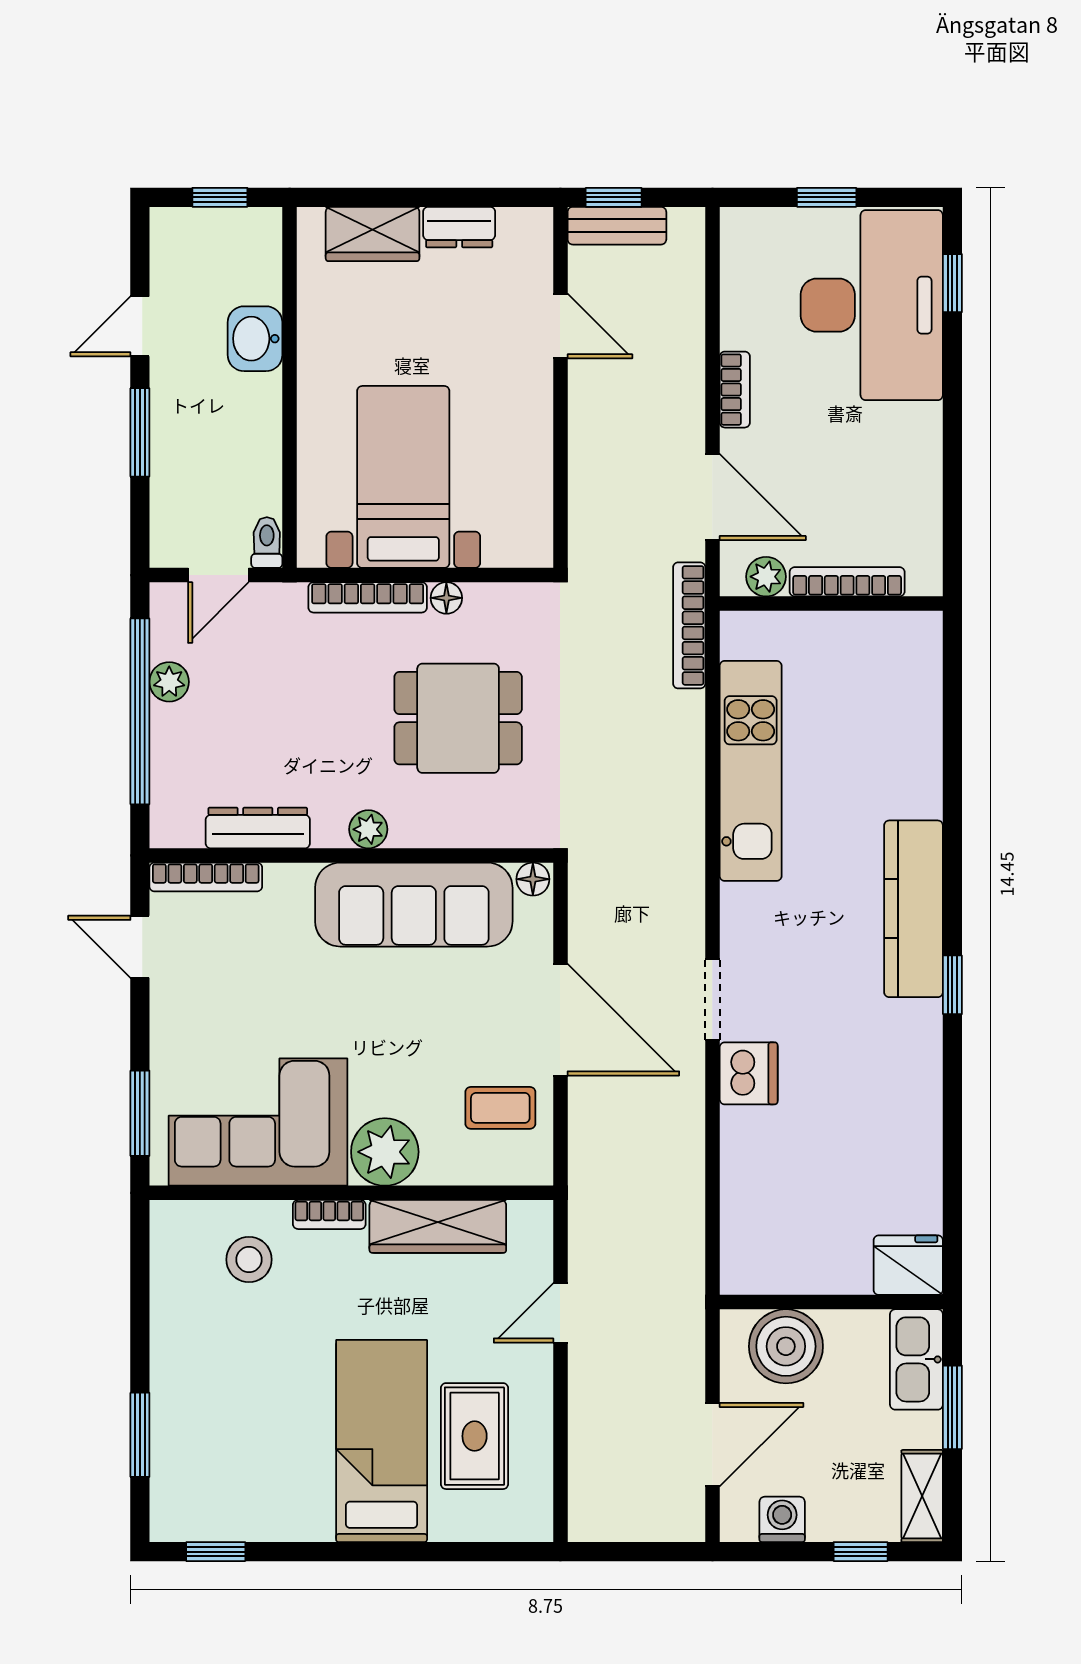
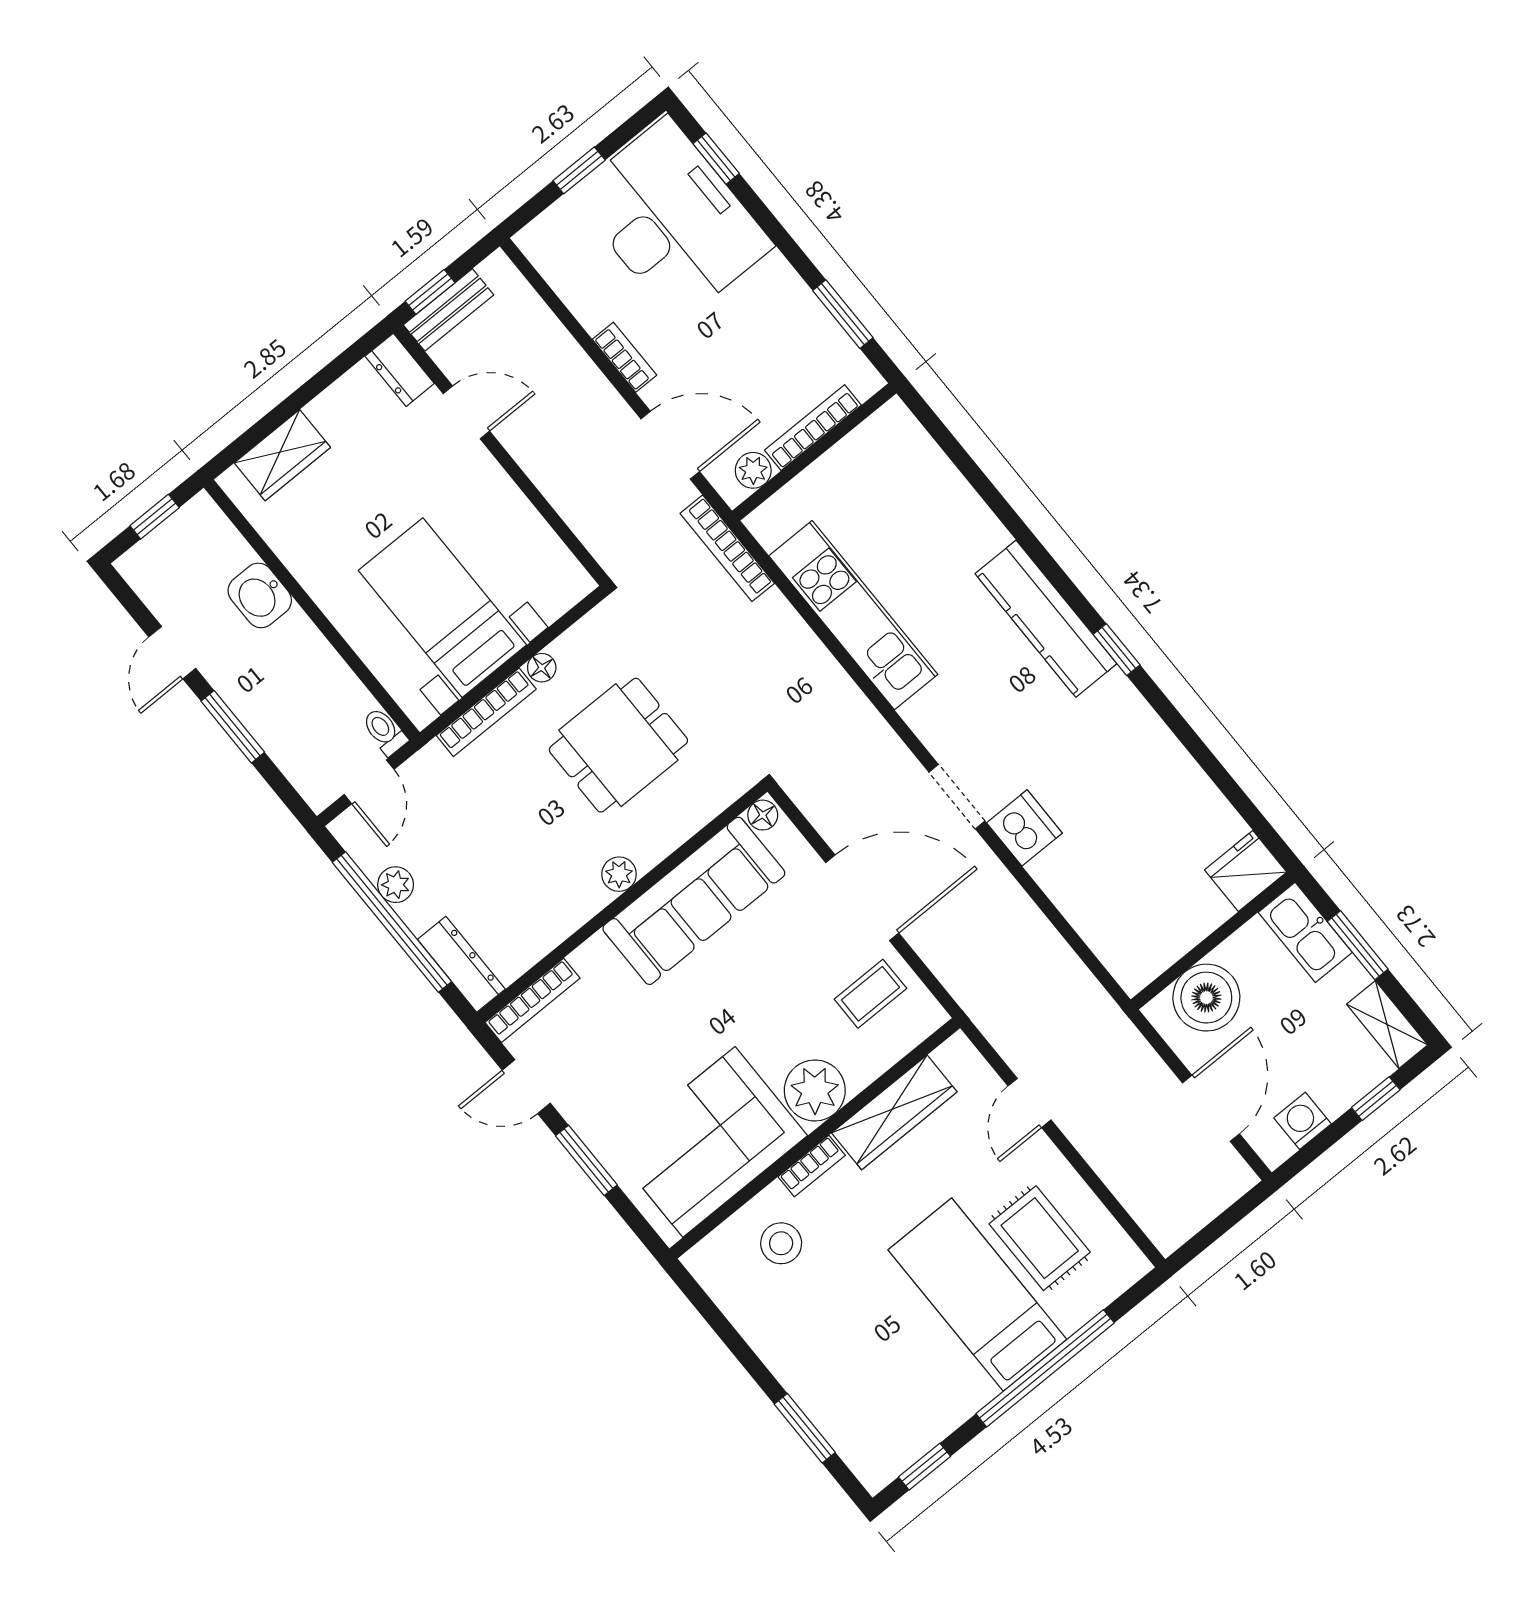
dresser: (459, 227) -> (400, 370), moved, turned 90
window: (952, 505) -> (843, 314), added
dresser: (258, 828) -> (461, 964), moved, turned 90
window: (140, 1113) -> (586, 1160), moved
window: (388, 1552) -> (1045, 1368), added

